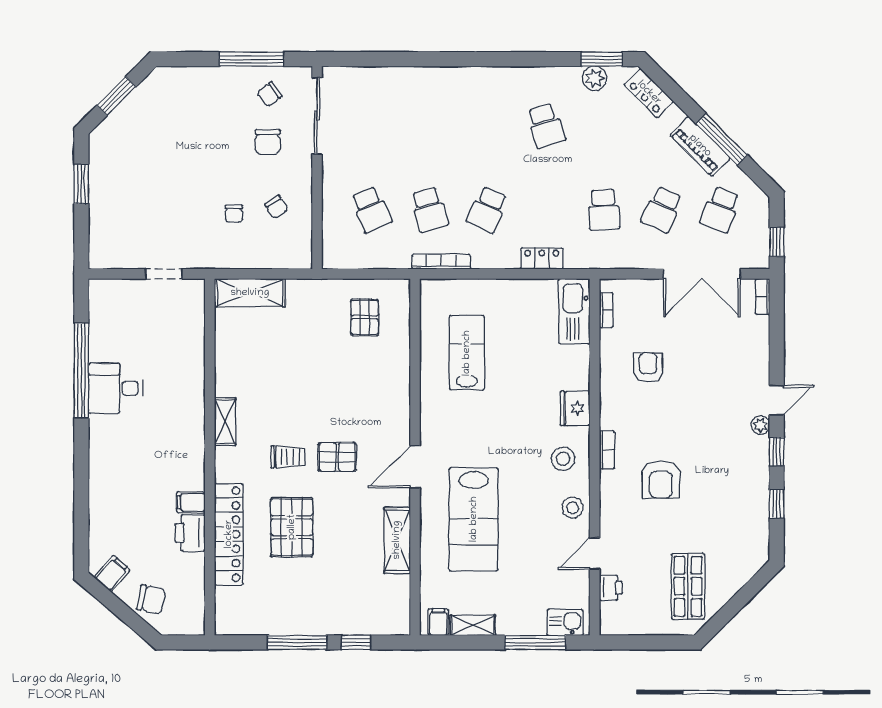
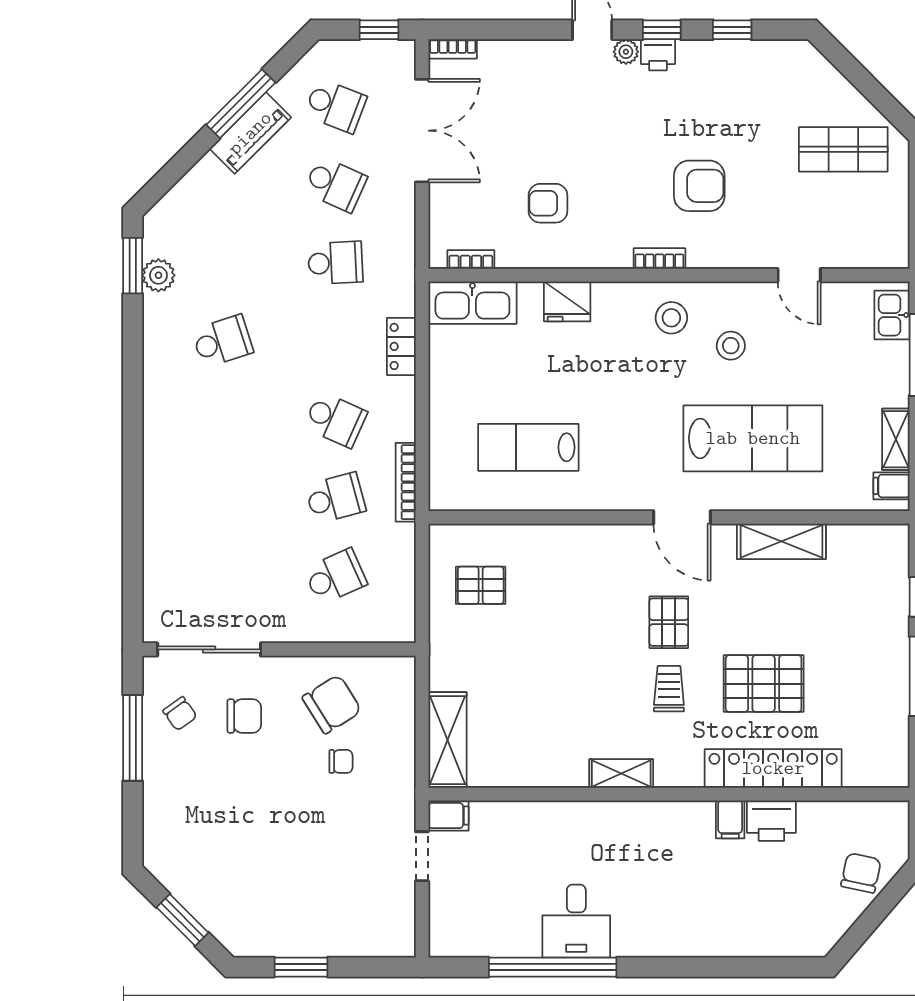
locker: (649, 93) -> (179, 202), removed
chair: (276, 207) -> (332, 704), width x1.87, depth x1.87
fridge: (575, 408) -> (567, 301), moved
stool: (573, 508) -> (731, 346), moved
filing cabinet: (112, 574) -> (449, 816), moved, turned 139
printer: (611, 588) -> (658, 55), moved, turned 180

